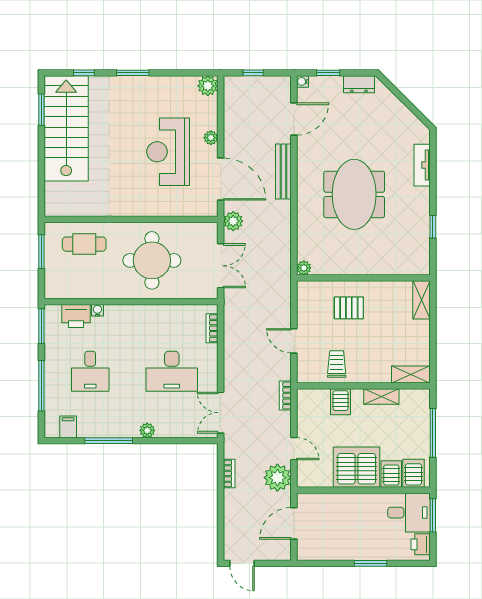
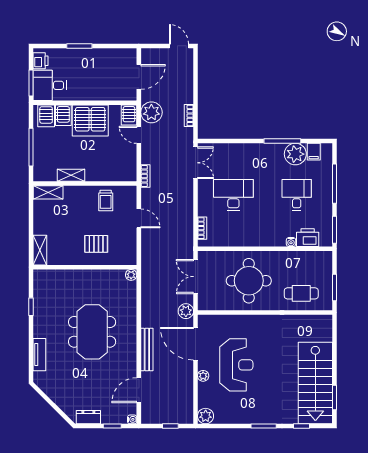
server rack: (341, 402) -> (129, 115), moved, turned 180
plant: (147, 430) -> (295, 154), moved, width x1.87, depth x1.87

